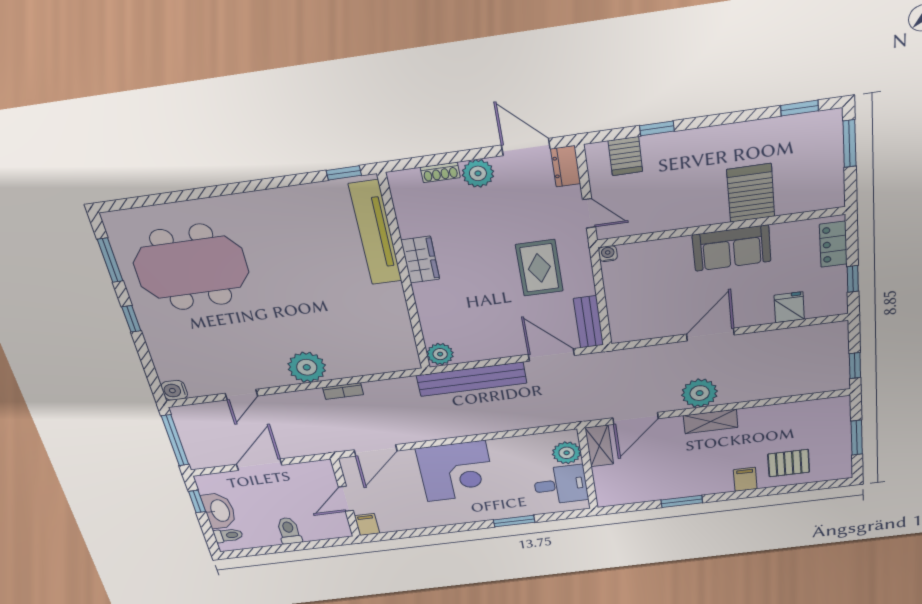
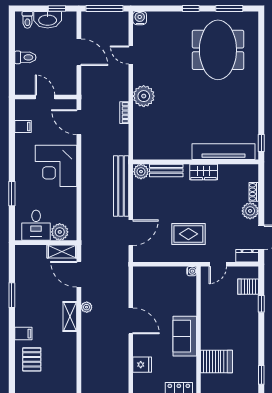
server rack: (751, 193) -> (217, 361), moved
bench: (588, 322) -> (166, 170), moved
plant: (700, 393) -> (87, 307), width x0.53, depth x0.53
filing cabinet: (367, 524) -> (23, 127), moved

